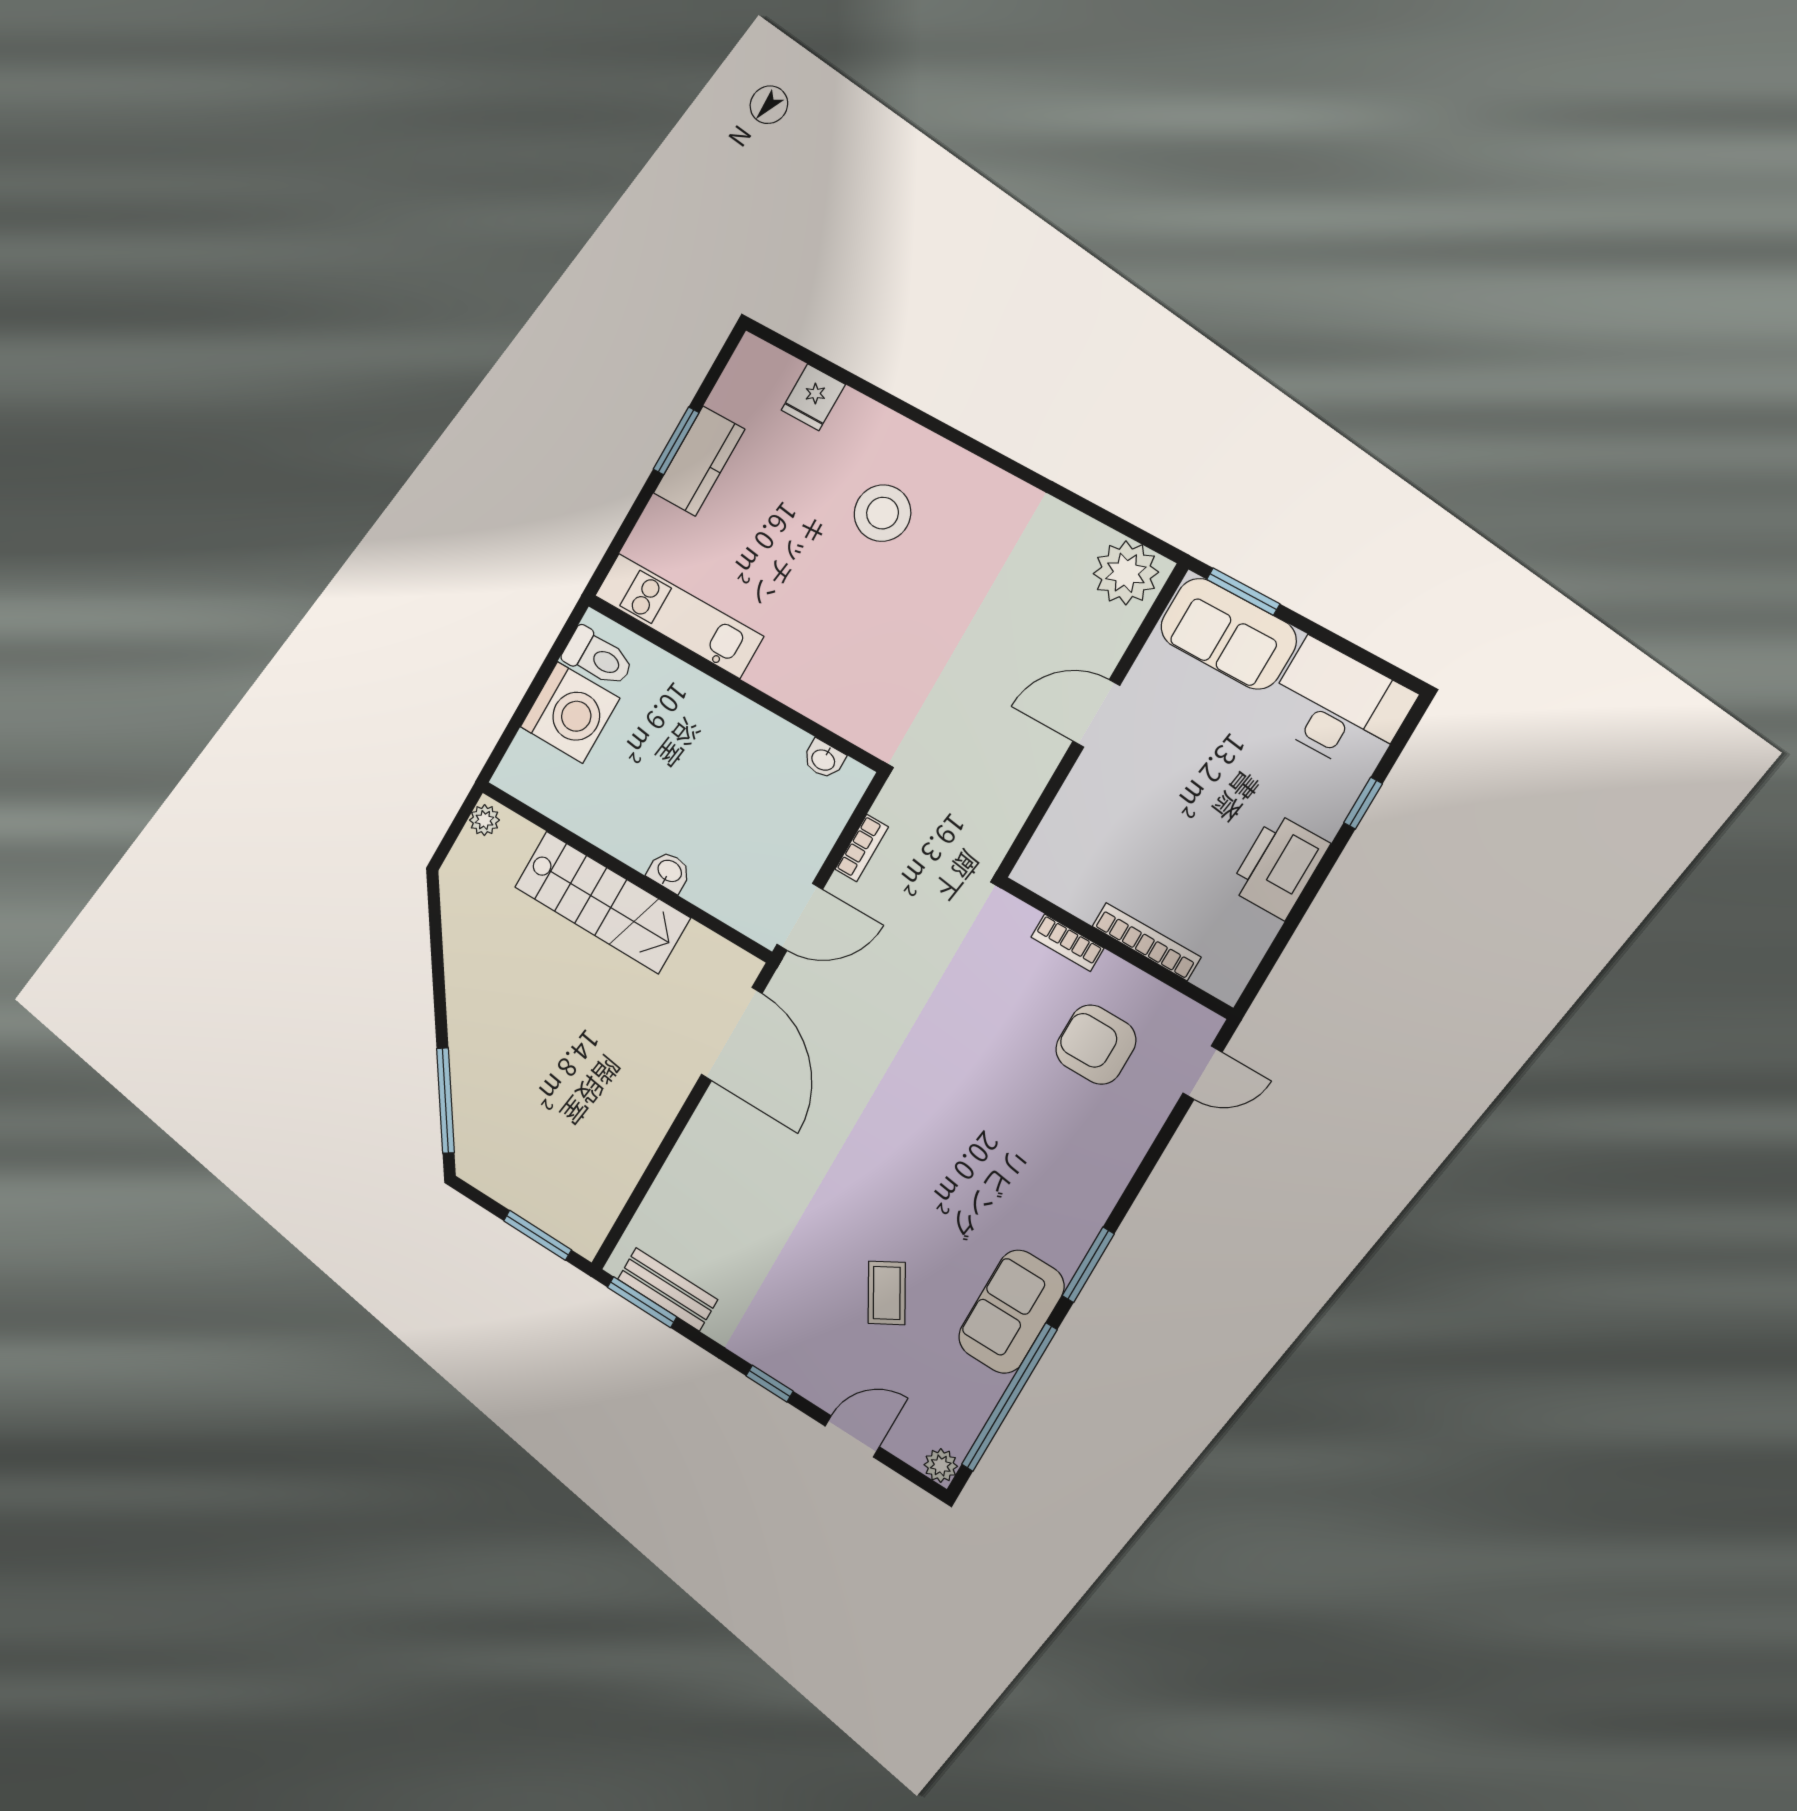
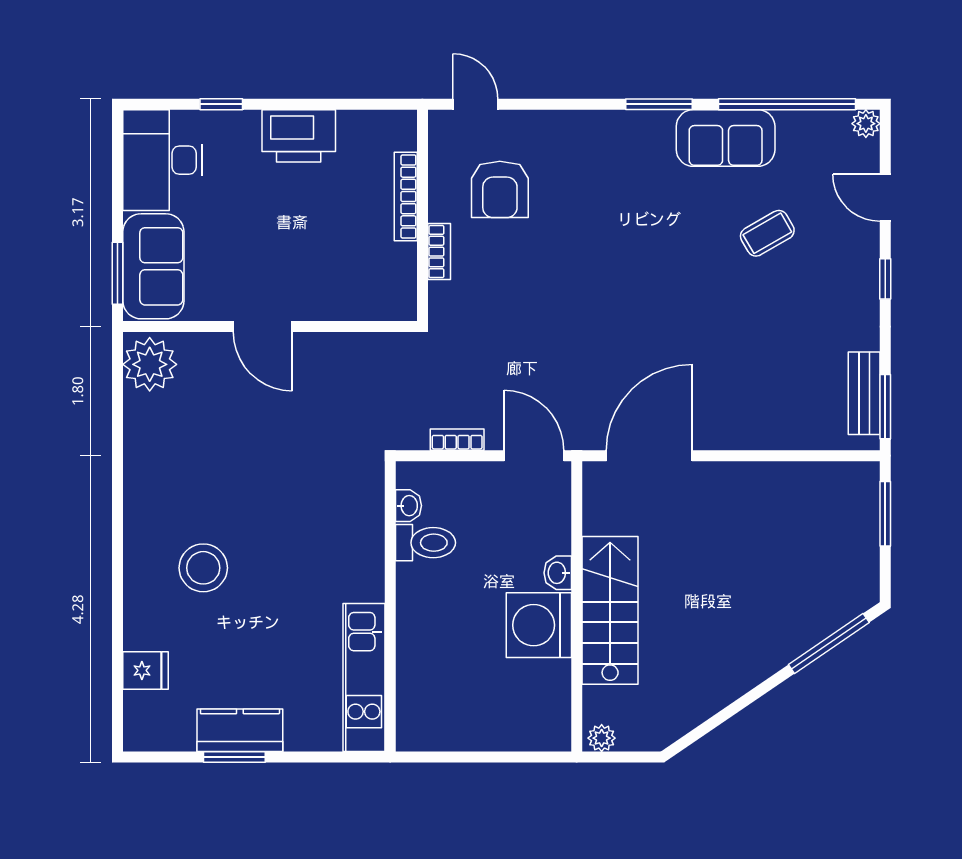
toilet: (598, 657) -> (425, 543), moved, turned 90
washing machine: (570, 713) -> (539, 625), moved, turned -90

